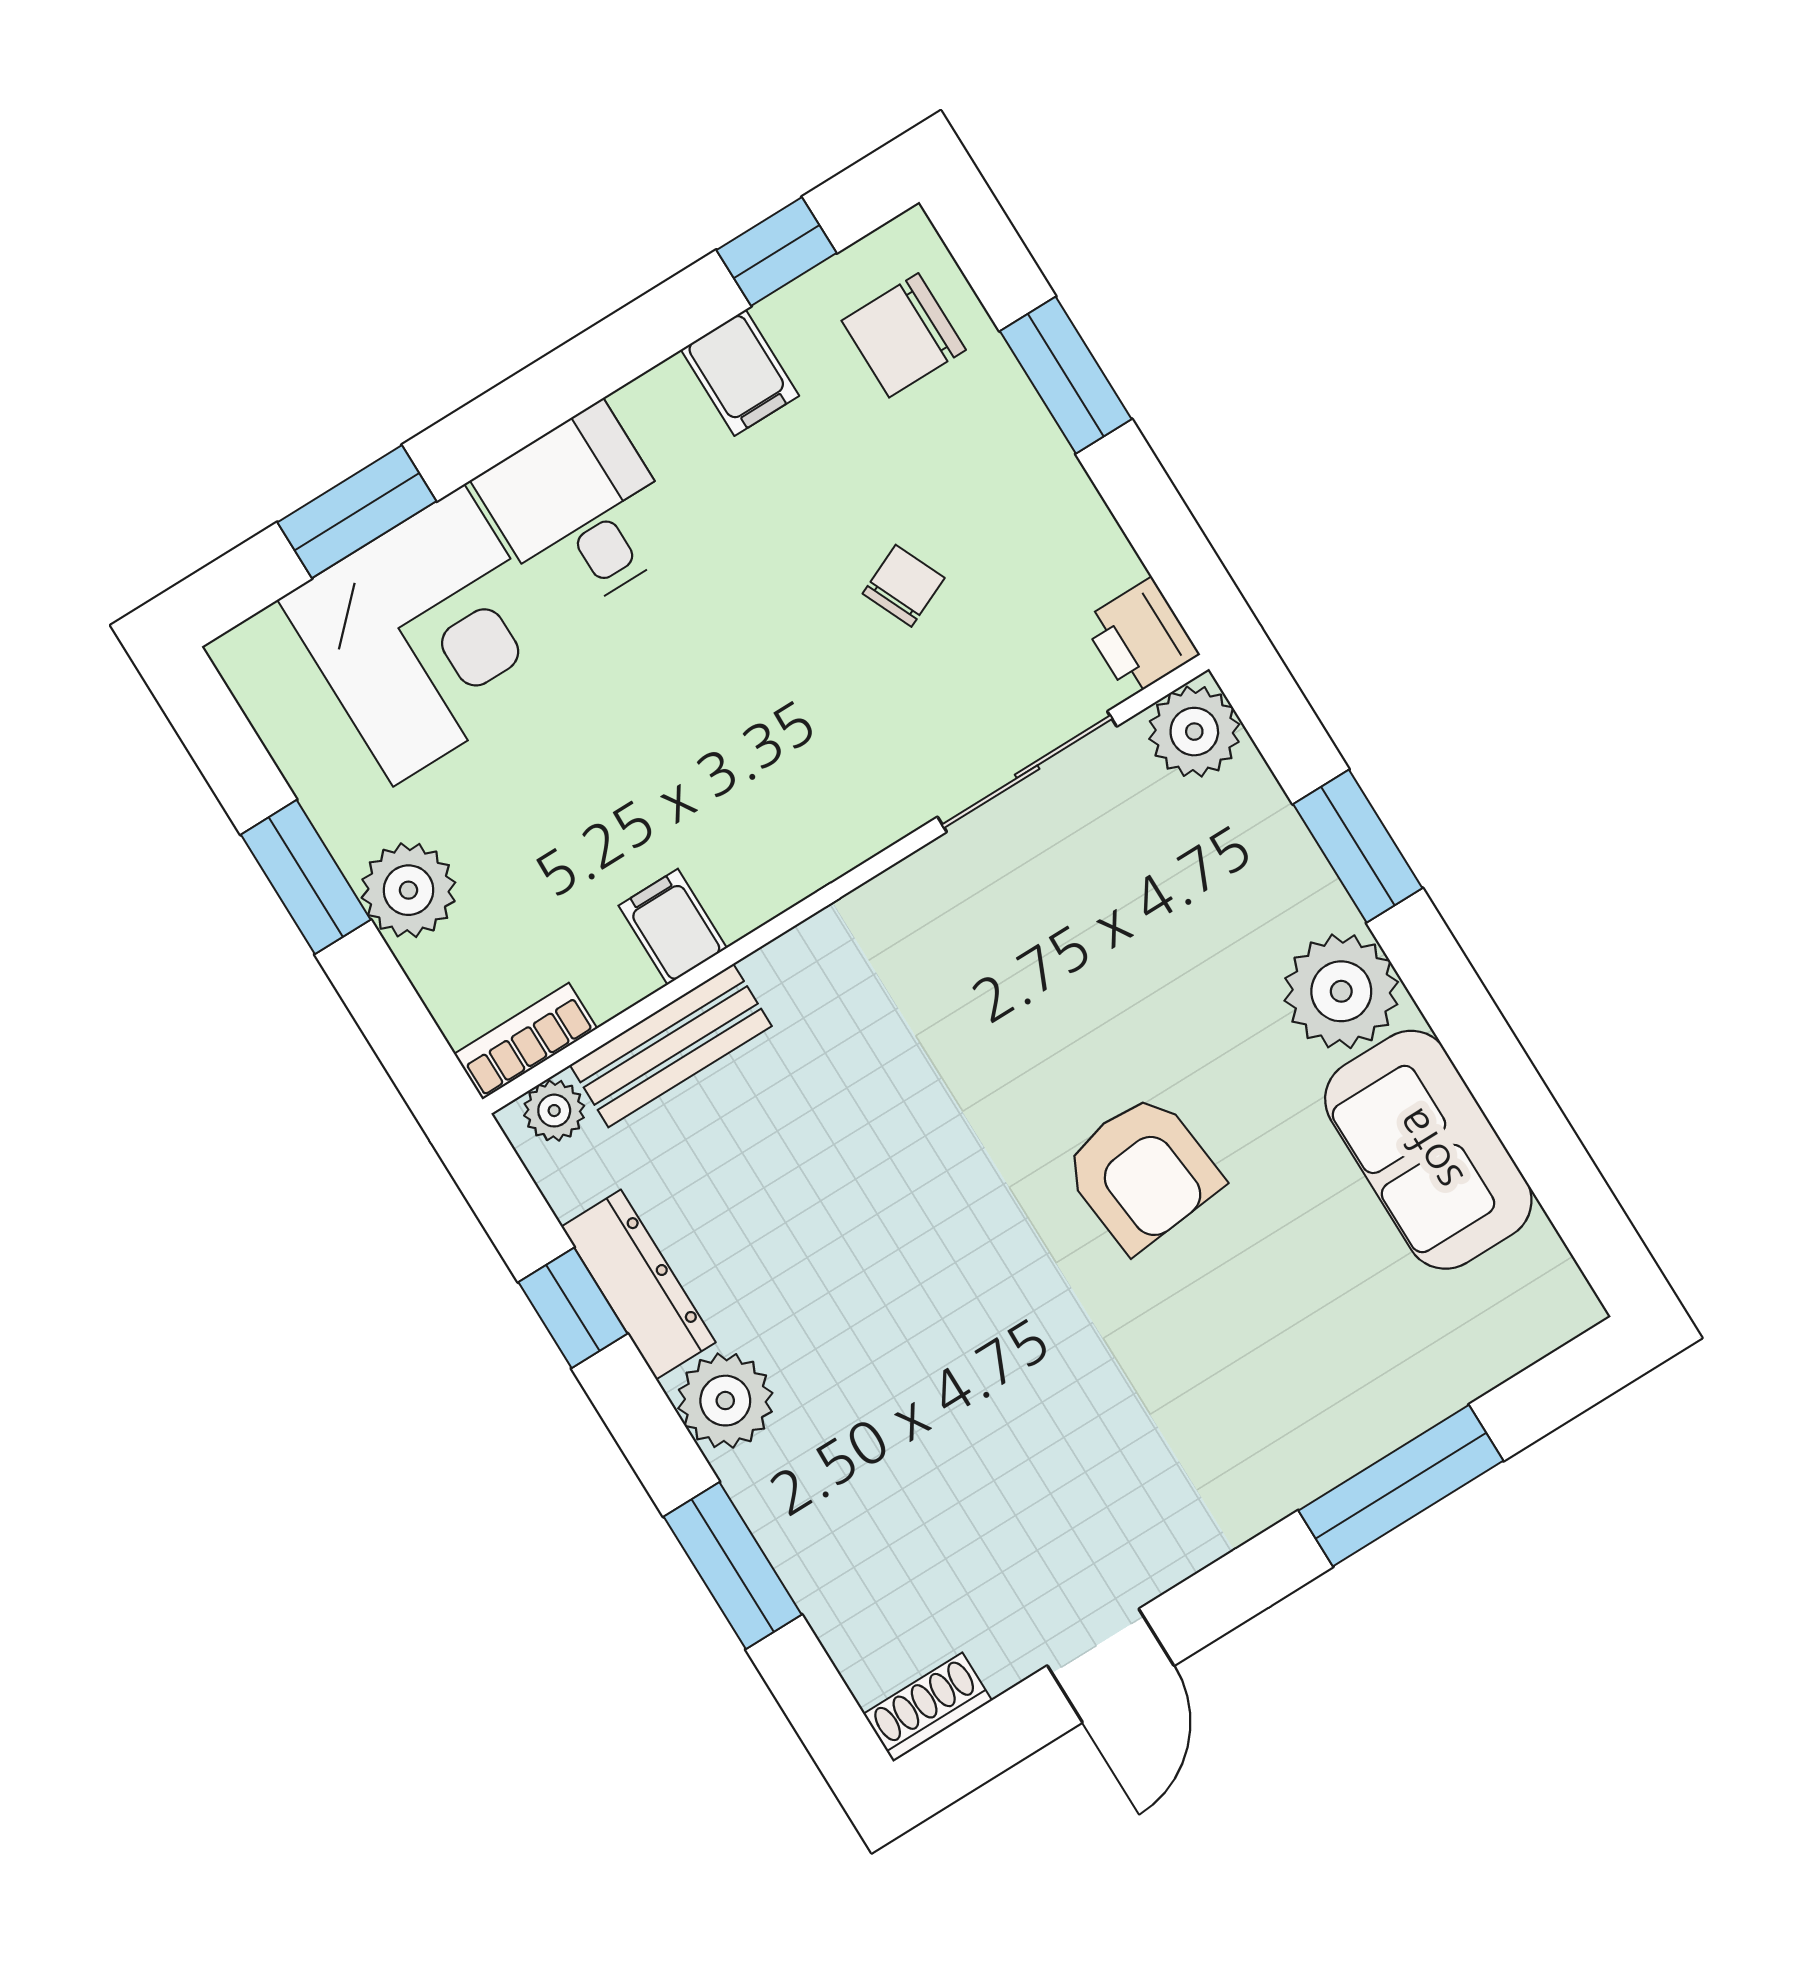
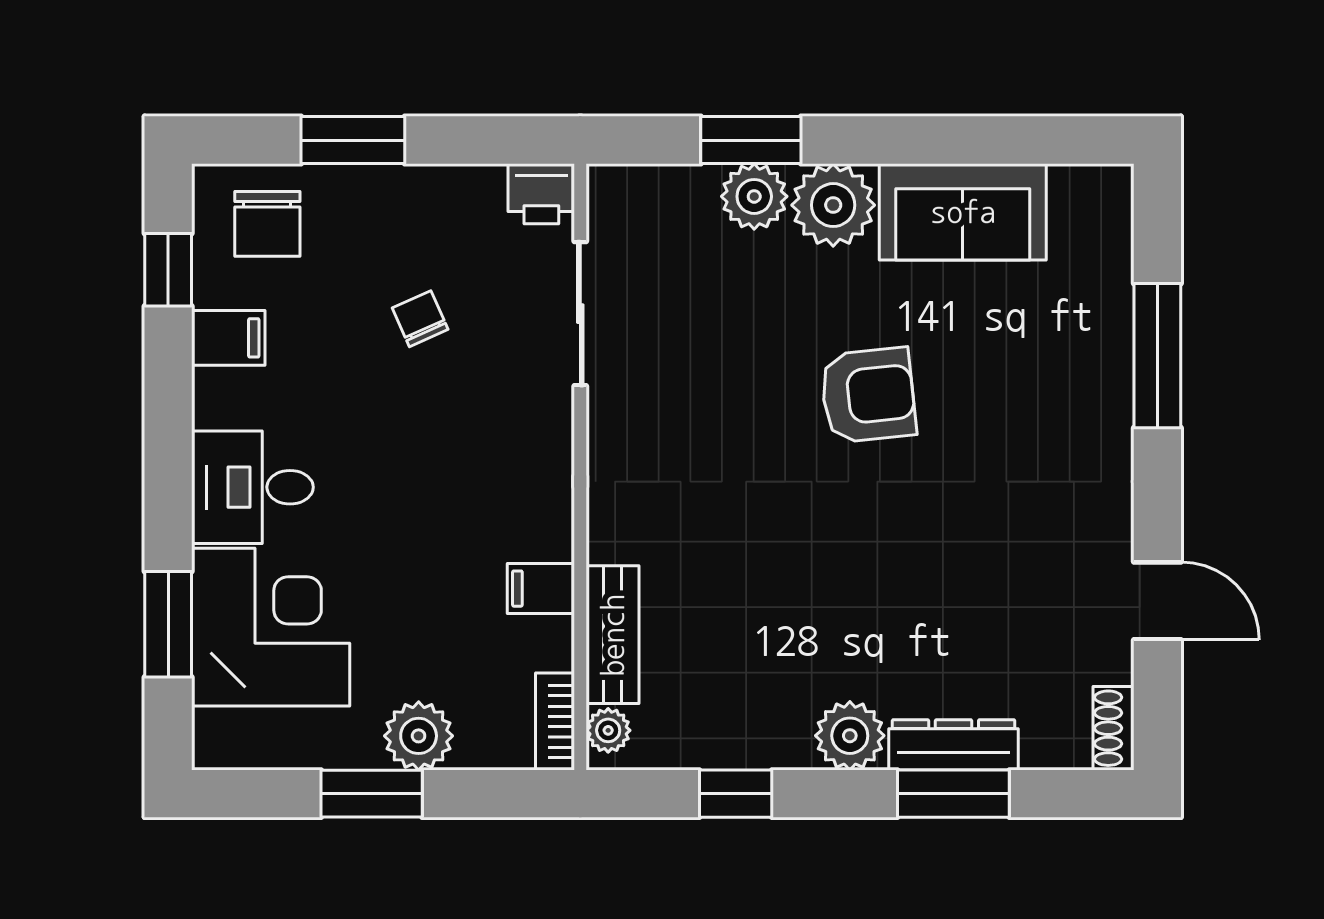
plant: (1194, 732) -> (754, 196), moved
dresser: (638, 1285) -> (954, 745), moved

